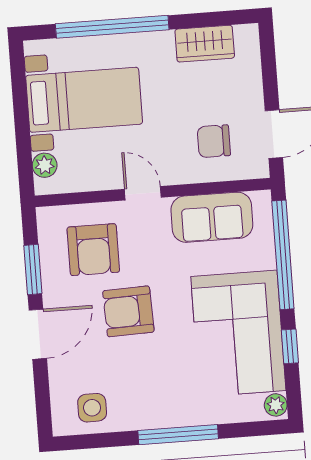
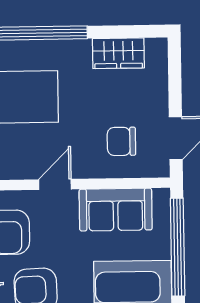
door: (143, 193) -> (55, 184), hinge flipped

